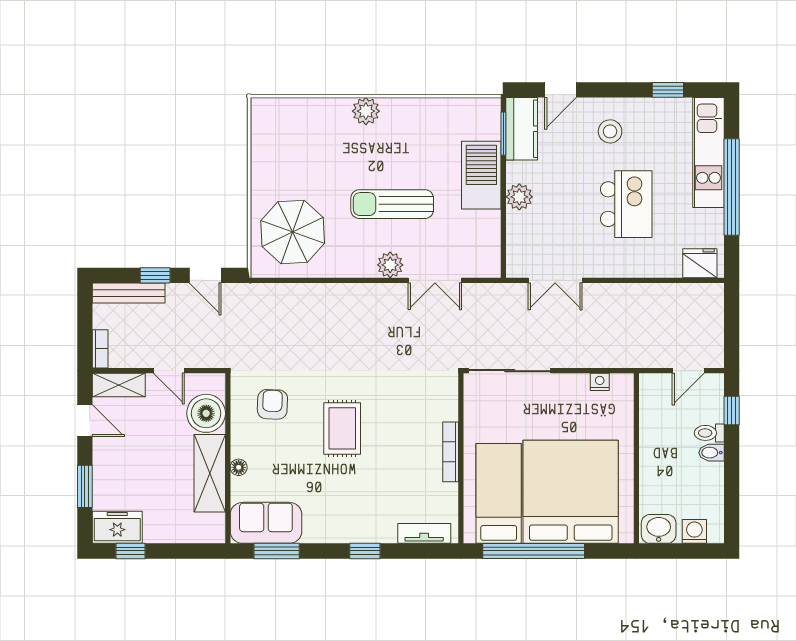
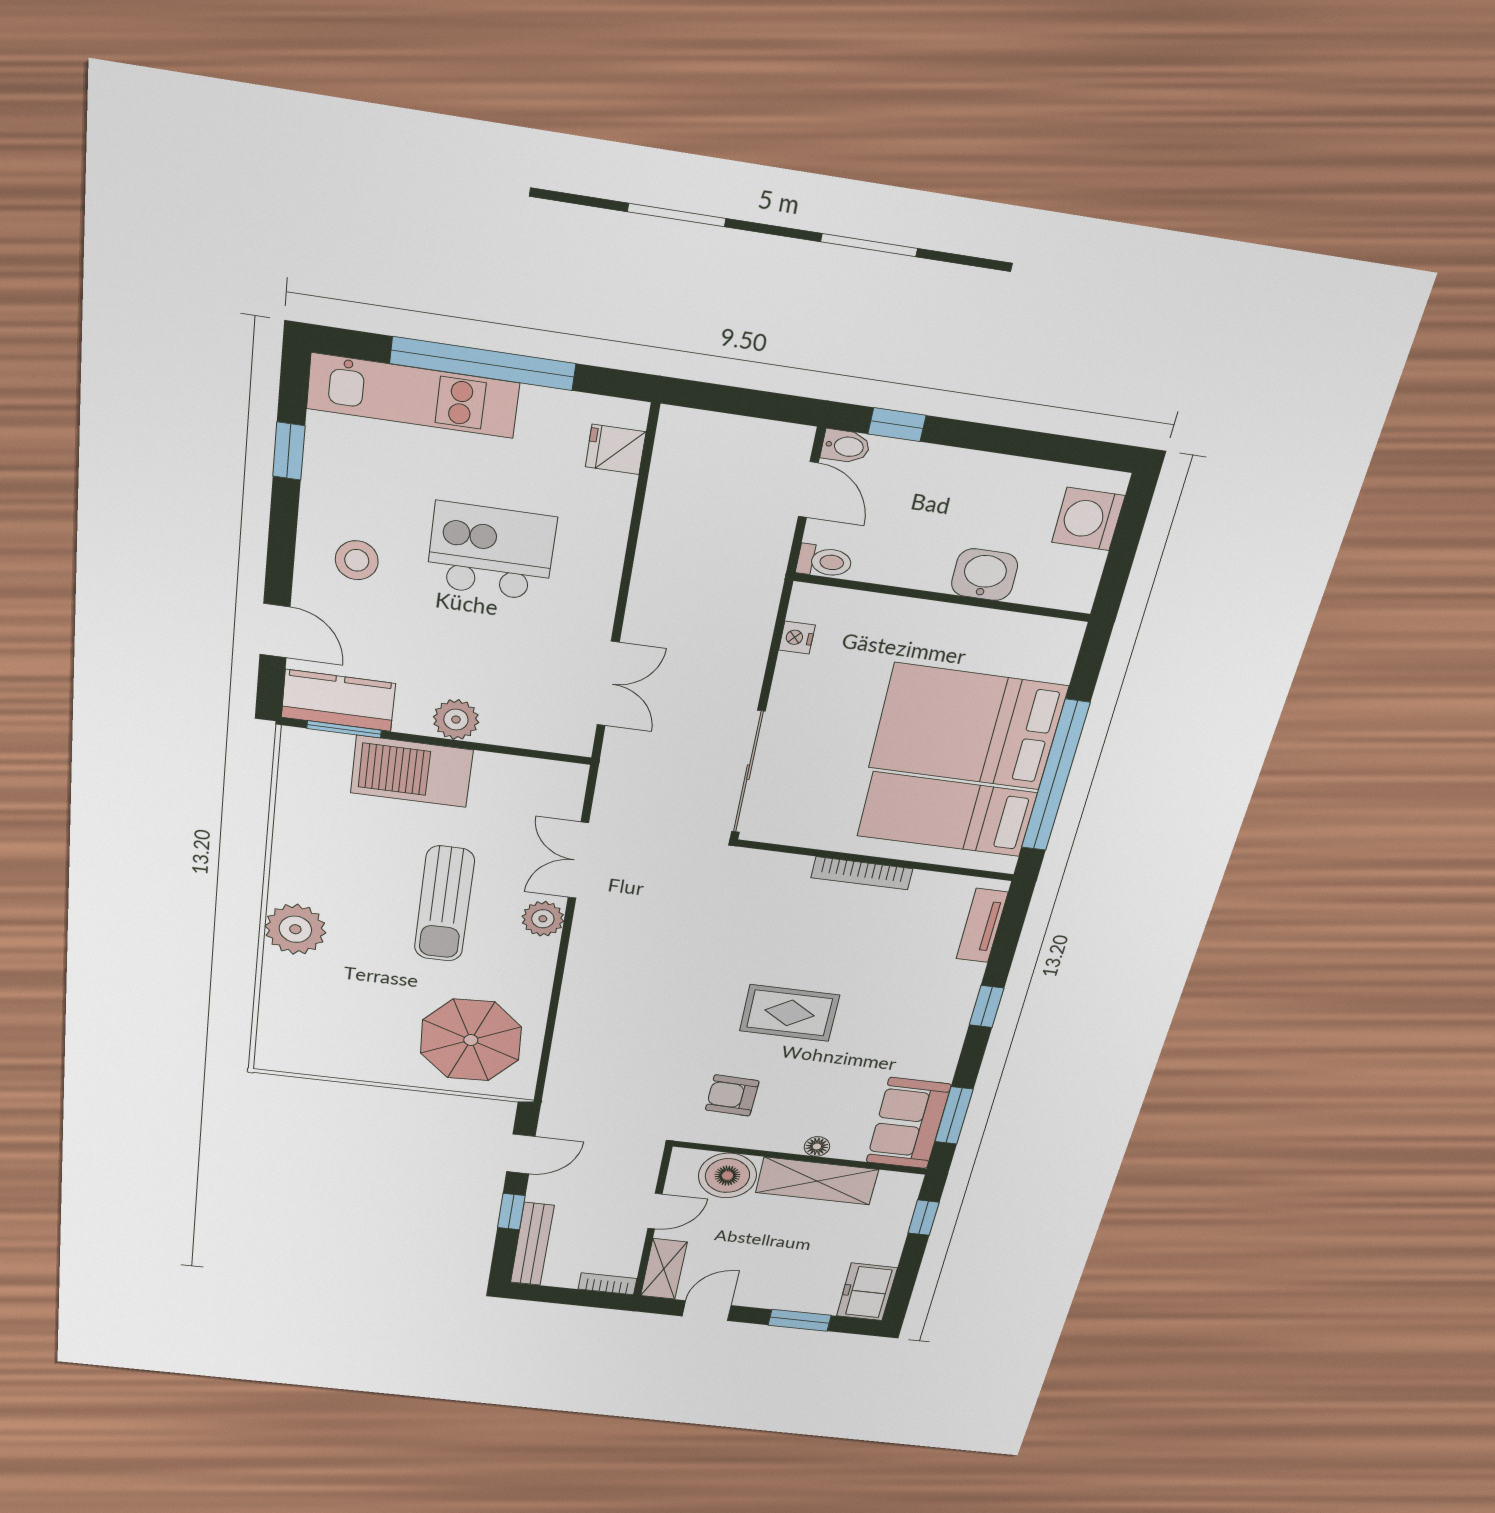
plant: (366, 111) -> (295, 929), width x1.36, depth x1.36
fridge: (700, 263) -> (616, 449), width x0.72
double door: (435, 280) -> (578, 860), swing flipped
toilet: (709, 433) -> (824, 561), moved, turned -90
bidet: (711, 453) -> (846, 446), moved, turned -90
bed: (571, 492) -> (968, 727), width x0.73
washbasin: (659, 529) -> (985, 575), moved, turned 90
washing machine: (694, 531) -> (1088, 519), width x1.38, depth x1.38
window: (130, 551) -> (923, 1218), moved

